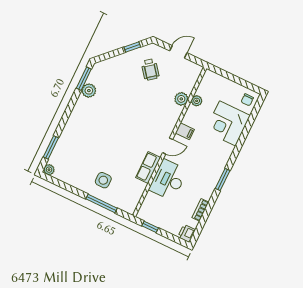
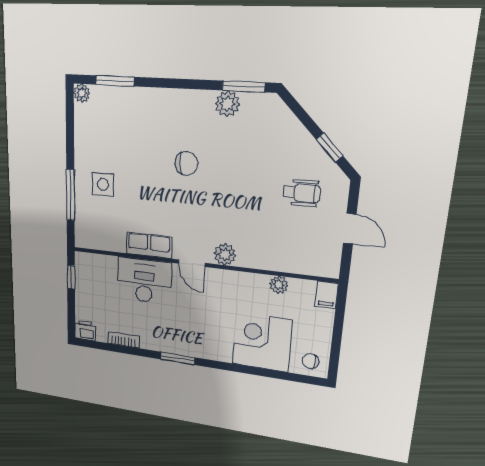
wheelchair: (150, 70) -> (302, 193), turned -142
plant: (181, 99) -> (225, 254), moved
chair: (111, 126) -> (186, 163), added
filing cabinet: (185, 131) -> (327, 295), moved

